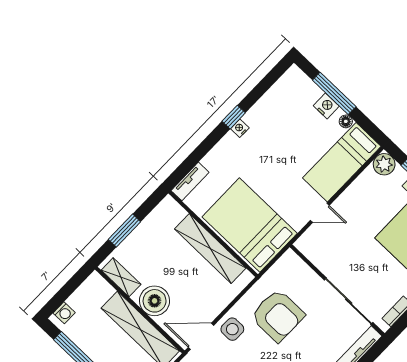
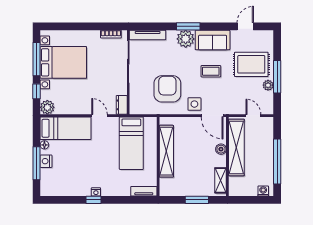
bed: (250, 225) -> (131, 143), width x0.67
dresser: (308, 248) -> (122, 105), added
boiler: (155, 301) -> (221, 149), width x0.54, depth x0.54

